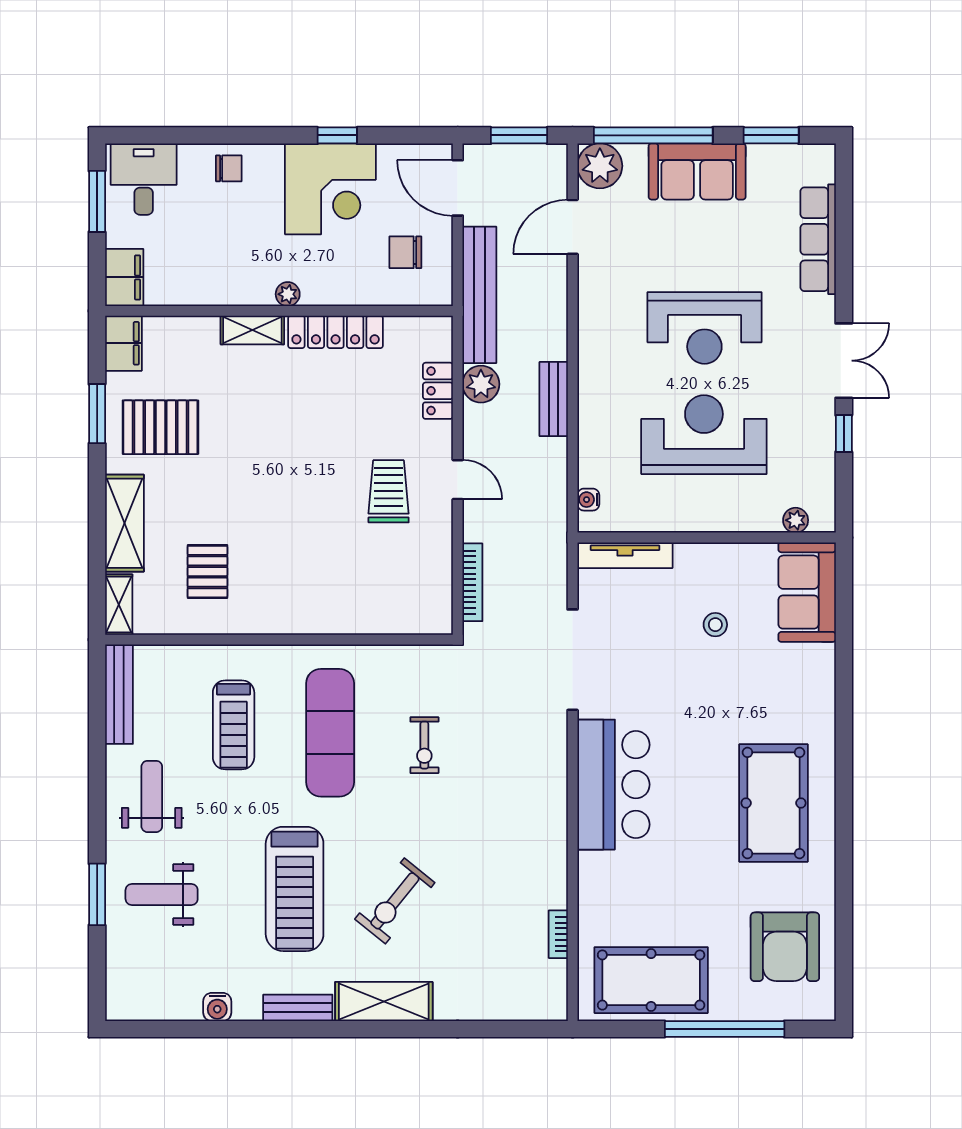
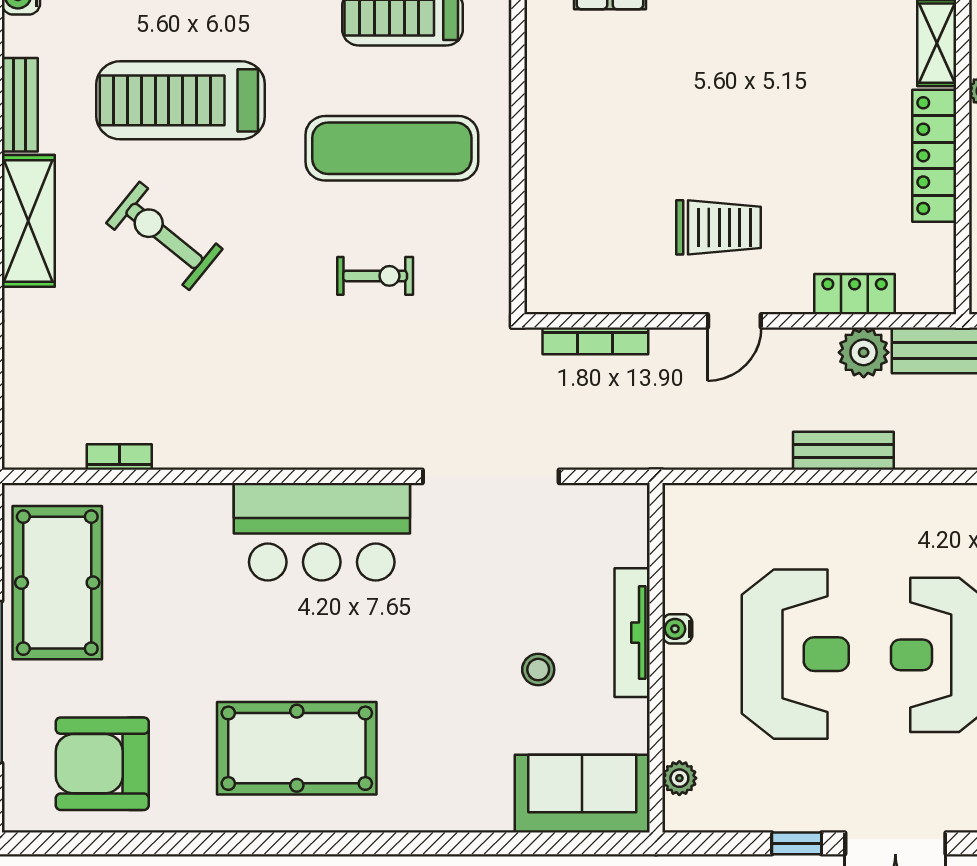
water cooler: (588, 500) -> (677, 629), moved, turned -90
tv unit: (625, 555) -> (632, 633), moved
exercise bike: (424, 745) -> (375, 276), turned 180

